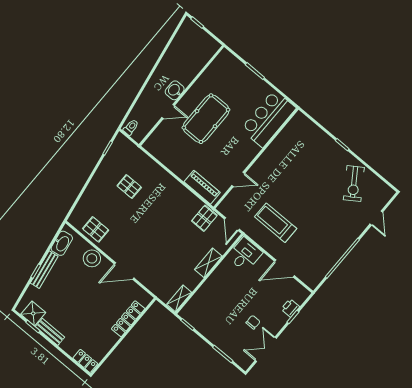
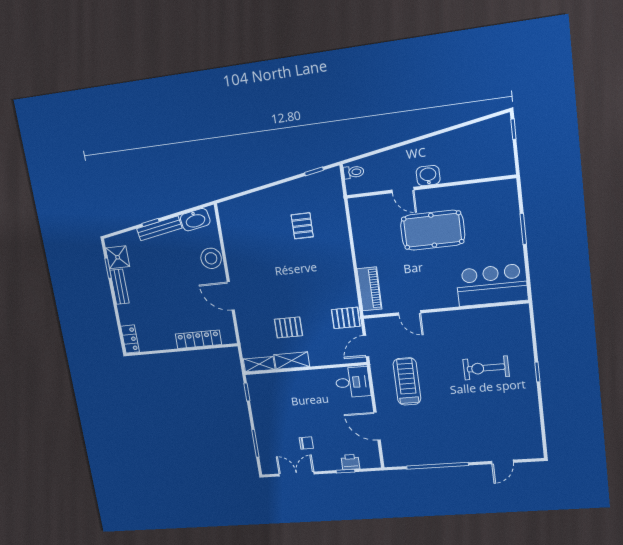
exercise bike: (354, 184) -> (486, 368), moved, turned 34
pallet: (96, 229) -> (288, 327), moved, turned 90
shelving: (208, 263) -> (292, 361), moved

